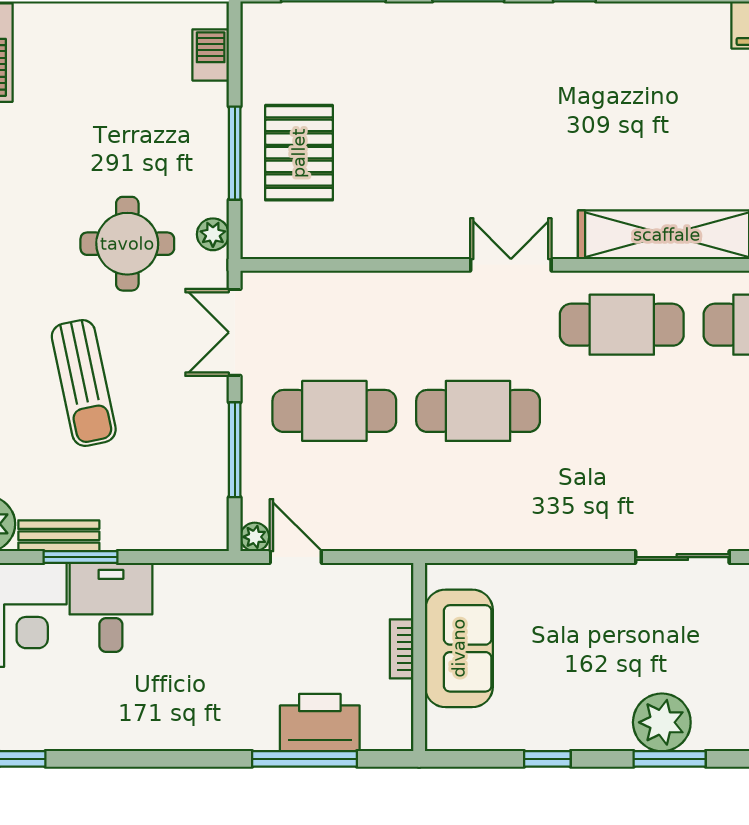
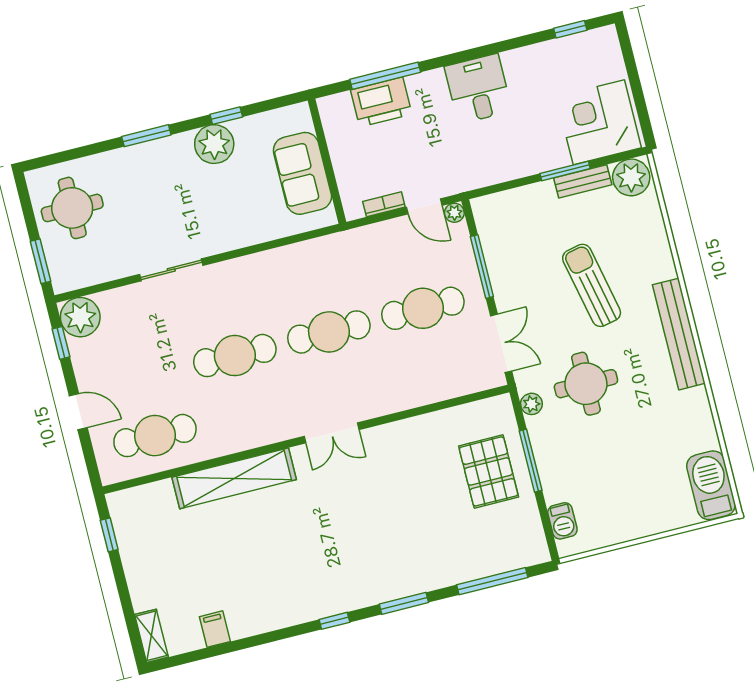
cafe table: (622, 325) -> (235, 356), moved
desk: (111, 607) -> (478, 89), moved, turned 180
bookcase: (402, 649) -> (384, 204), moved, turned -90
plant: (662, 722) -> (214, 144), moved

